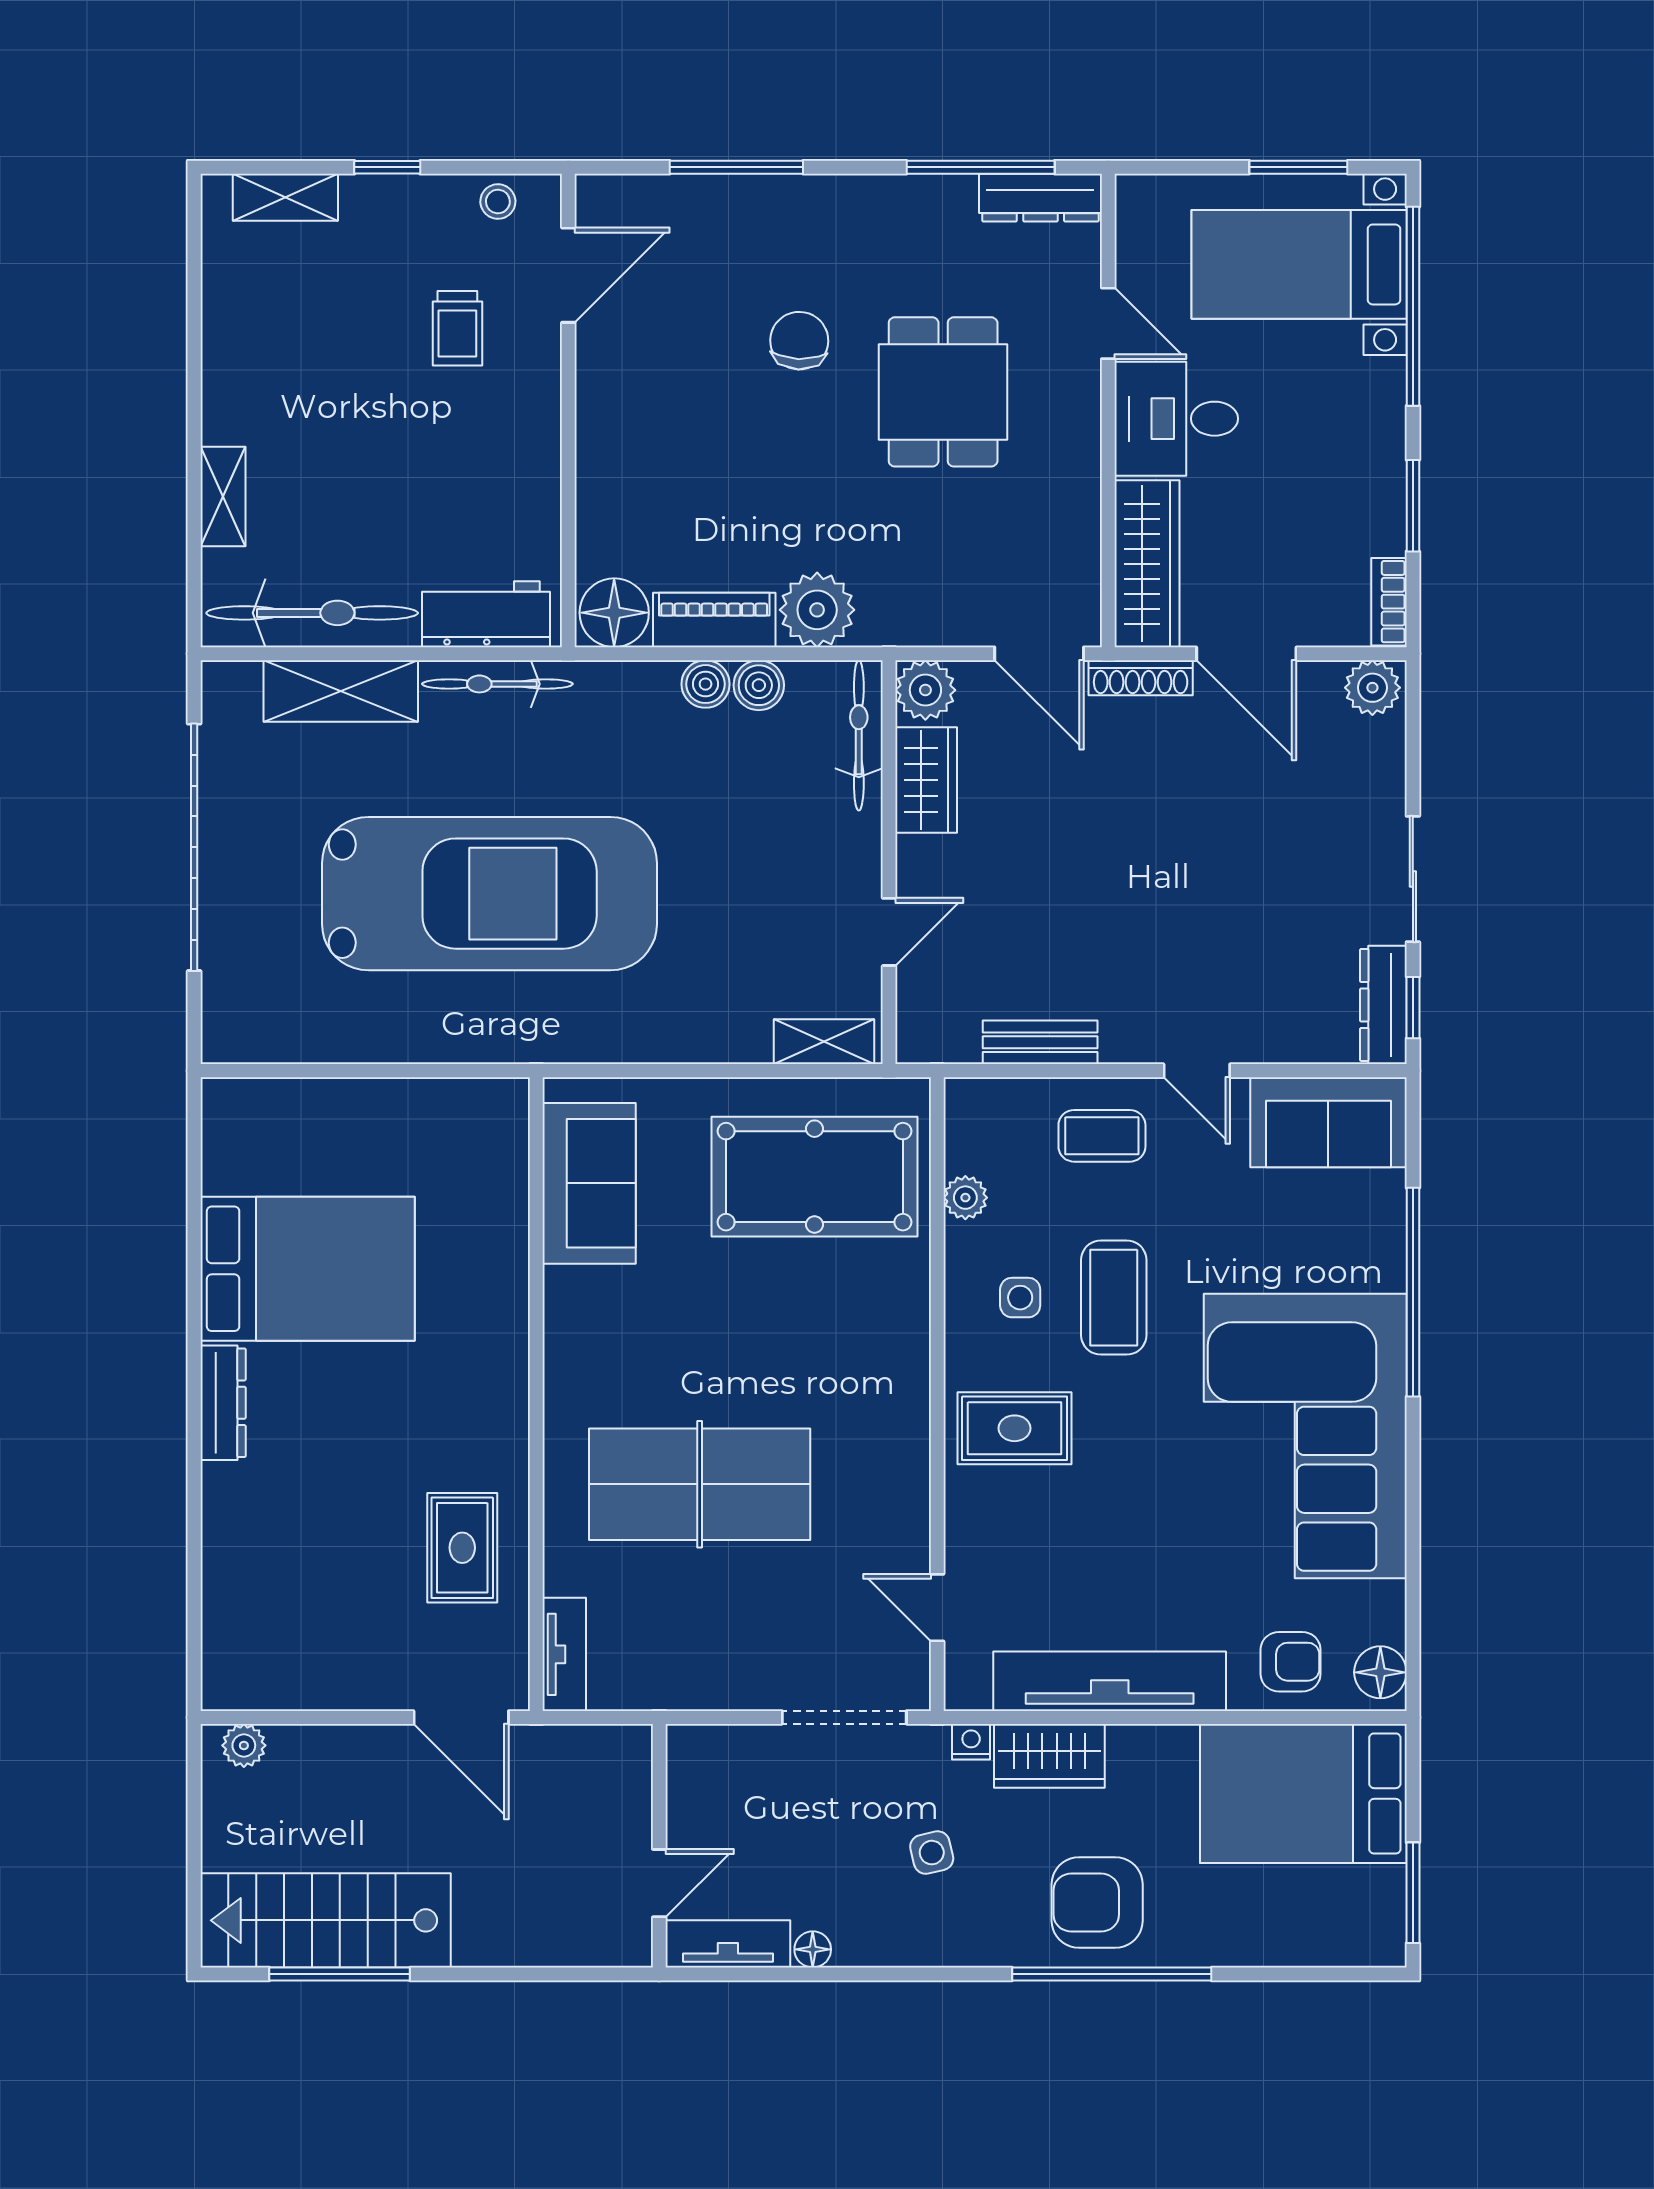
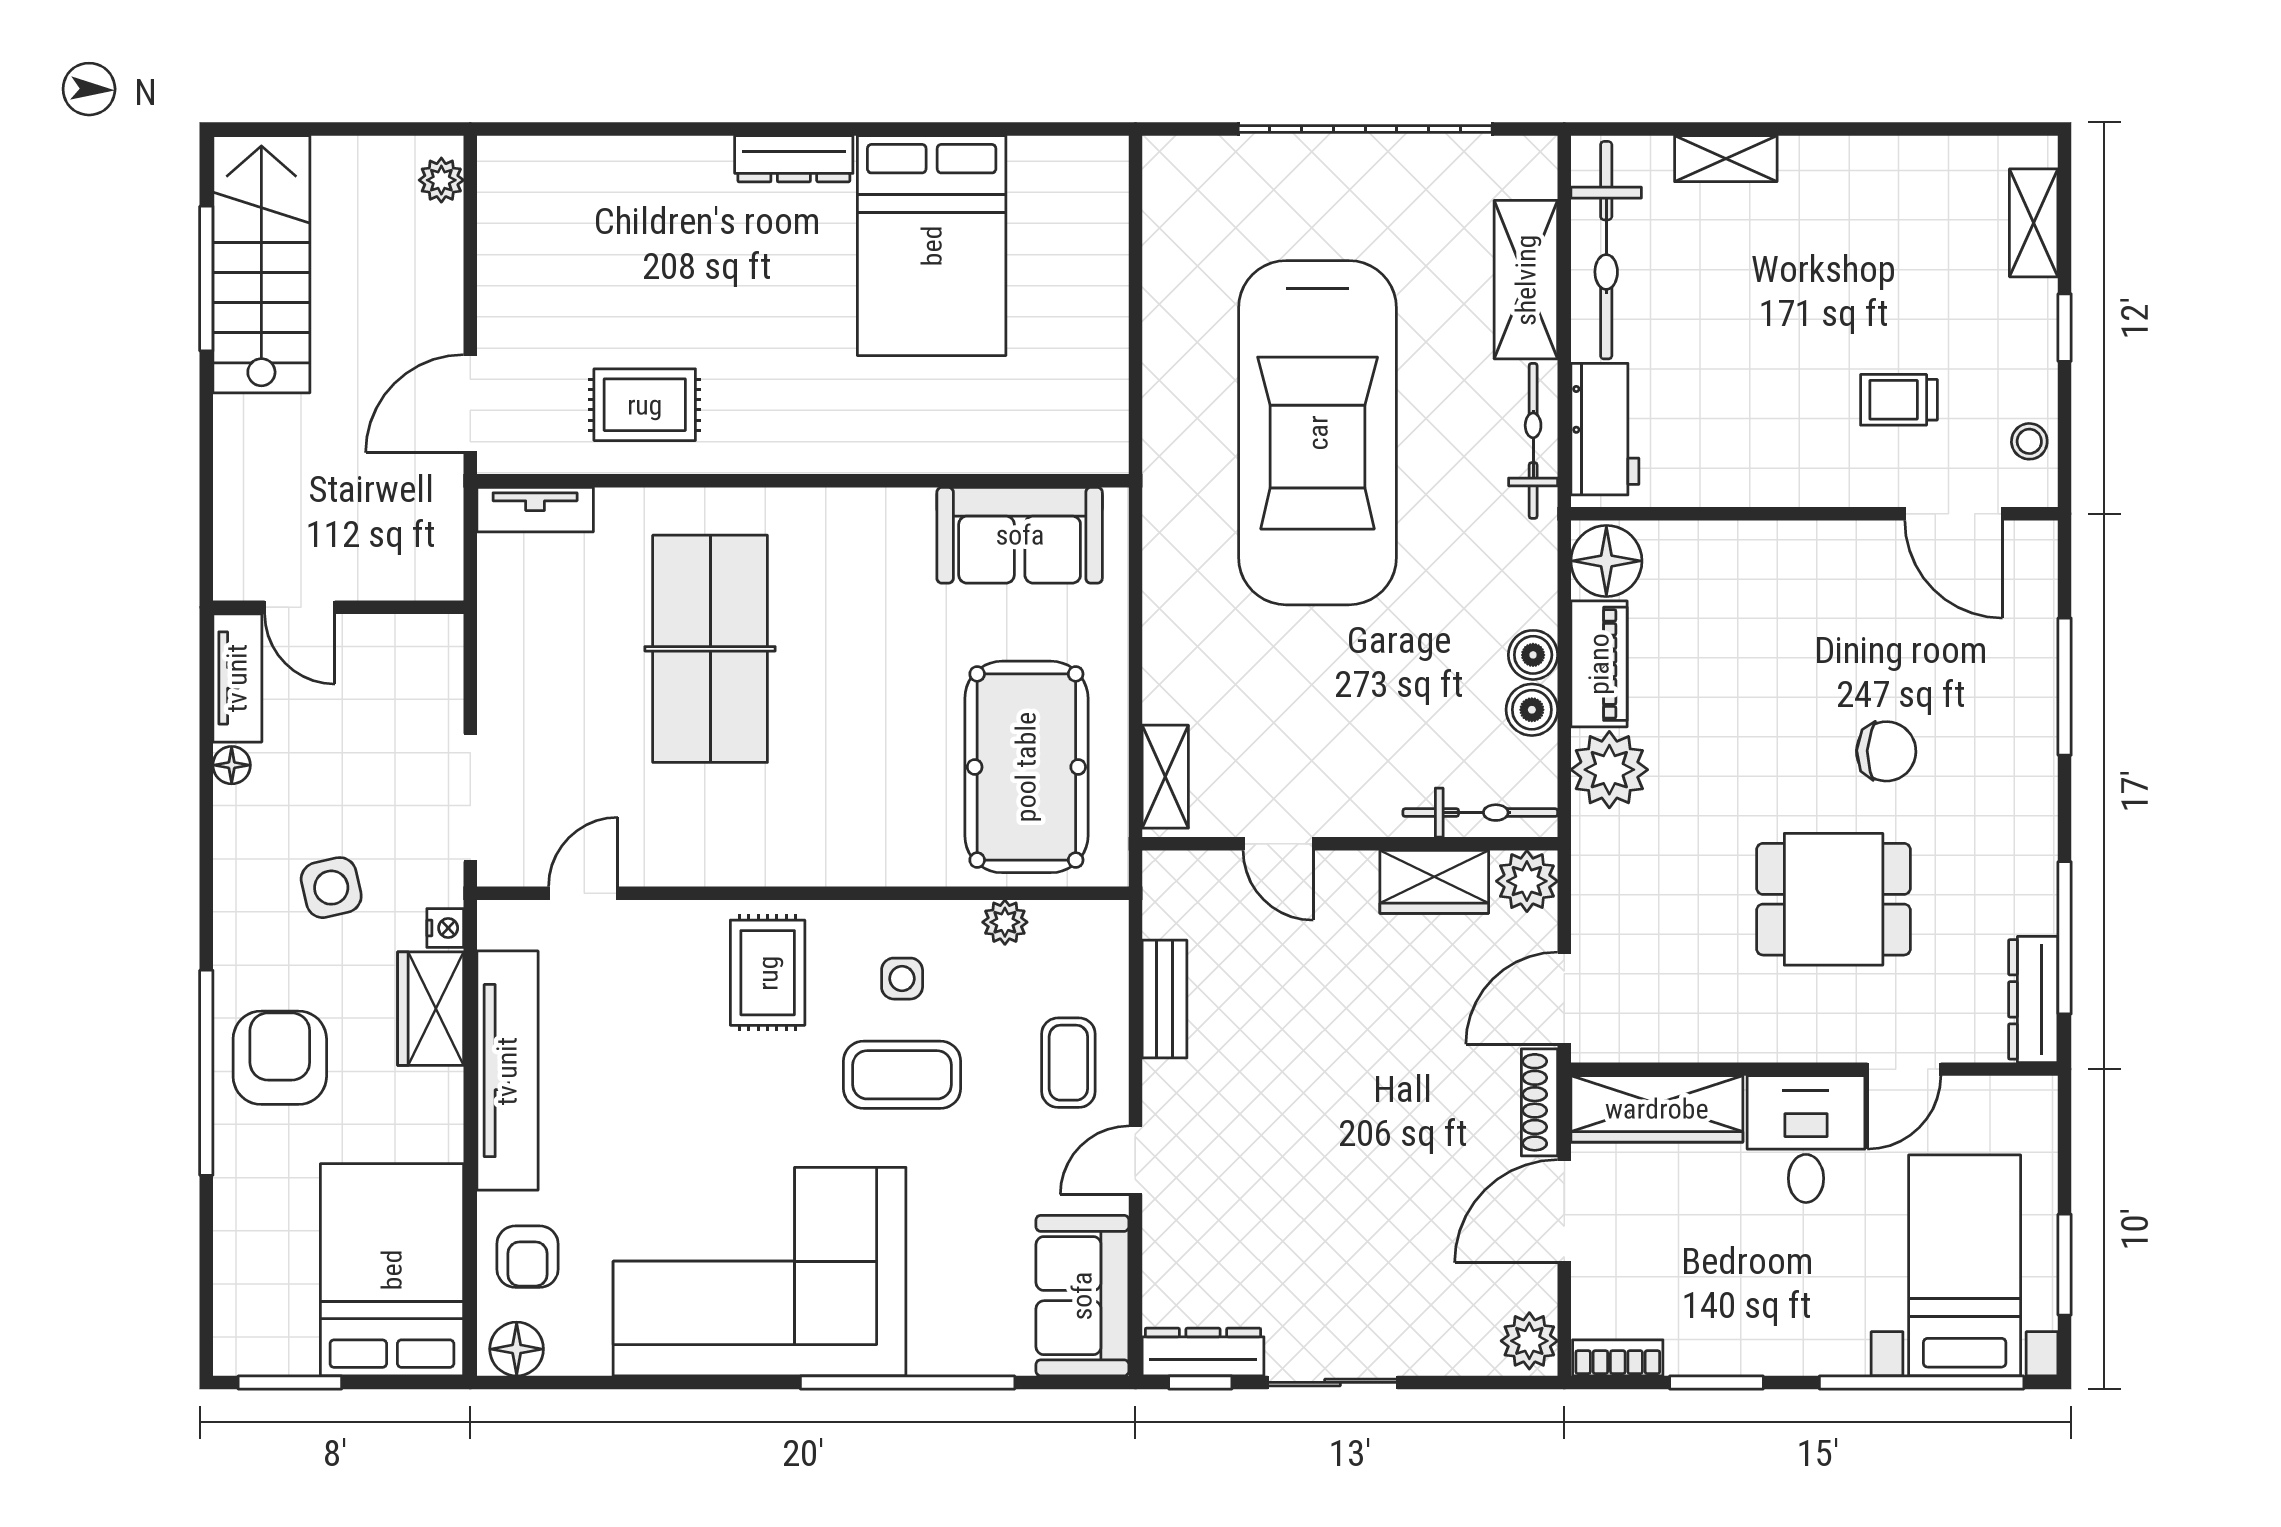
side table: (932, 1853) -> (331, 888), width x1.37, depth x1.37

